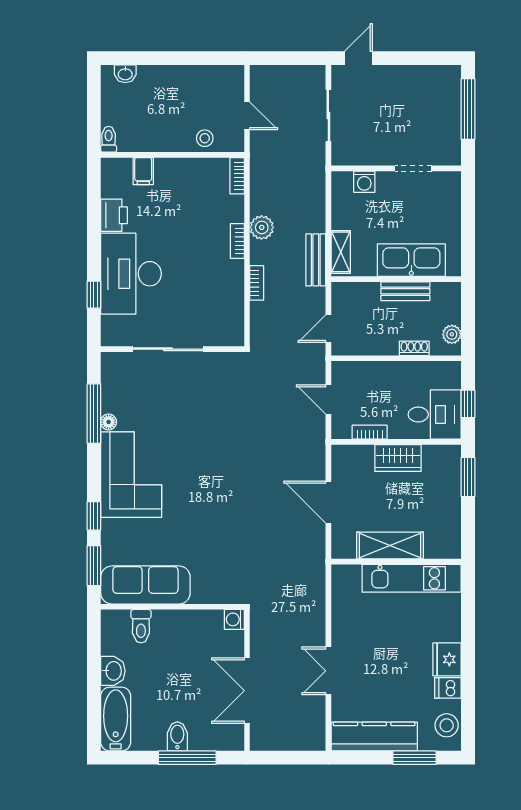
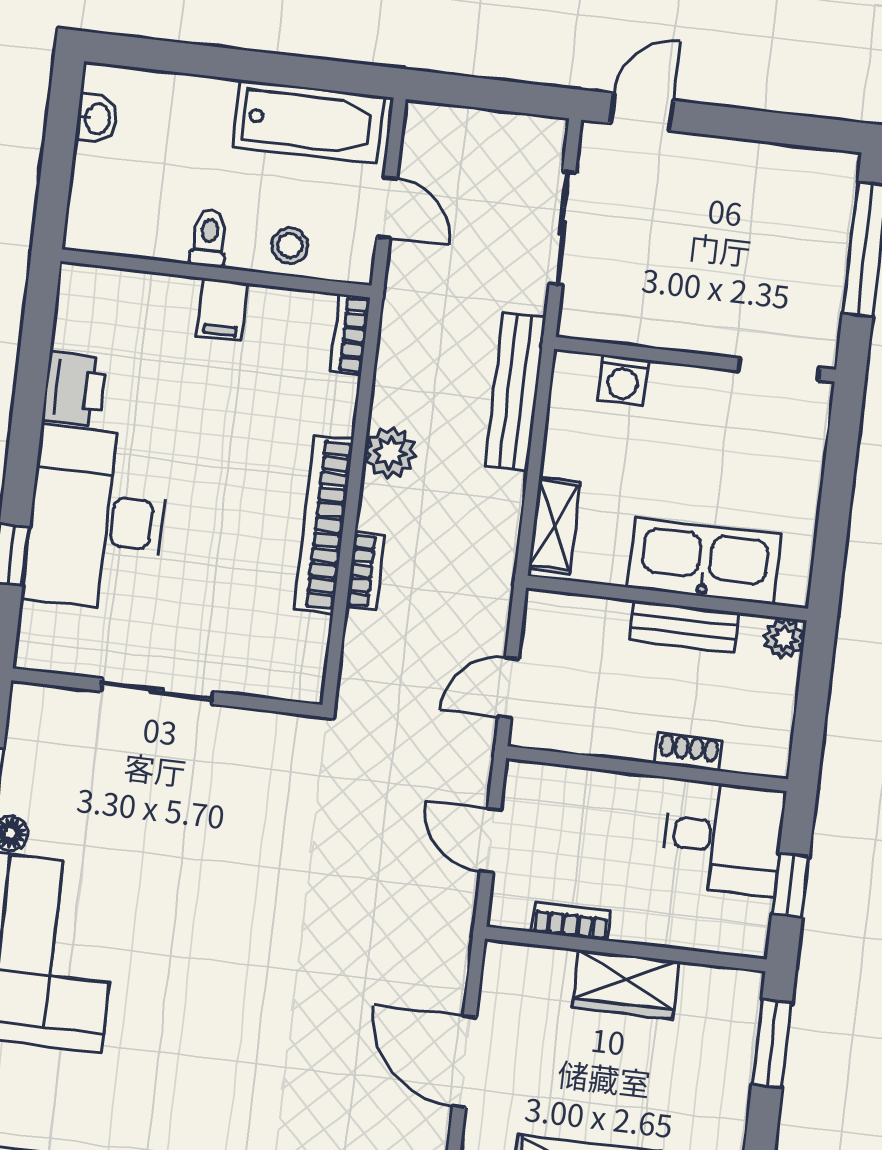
washbasin: (125, 74) -> (96, 119), moved, turned -90
bathtub: (207, 81) -> (308, 122), added
toilet: (109, 139) -> (209, 238), moved
doorway: (413, 168) -> (779, 369), moved
filing cabinet: (143, 171) -> (222, 310), moved
bookcase: (237, 241) -> (324, 524), width x2.31, depth x1.31
bench: (316, 260) -> (515, 391), moved, width x1.36
plant: (452, 334) -> (784, 638), moved
sliding door: (168, 349) -> (157, 691), width x0.73
desk: (435, 415) -> (723, 837), moved

